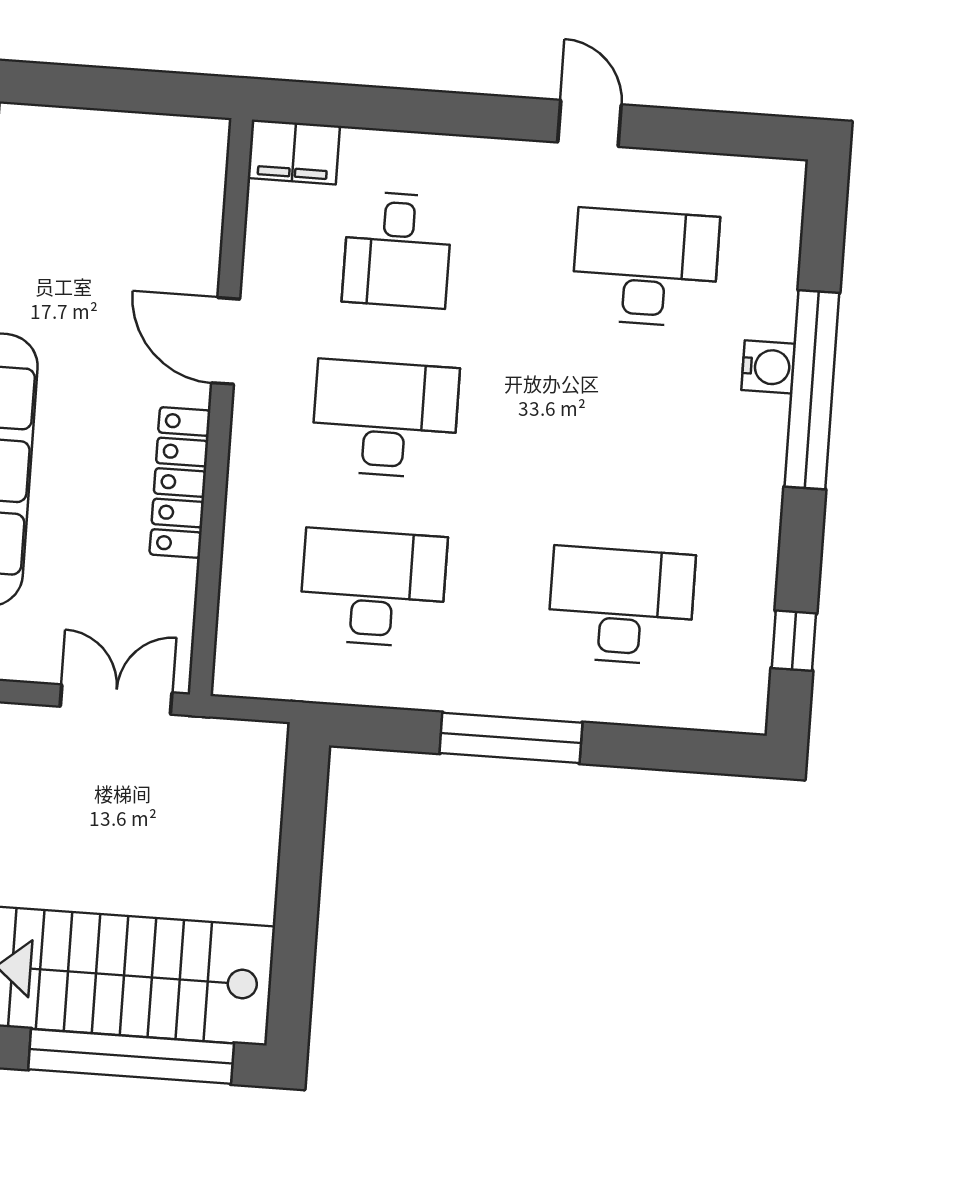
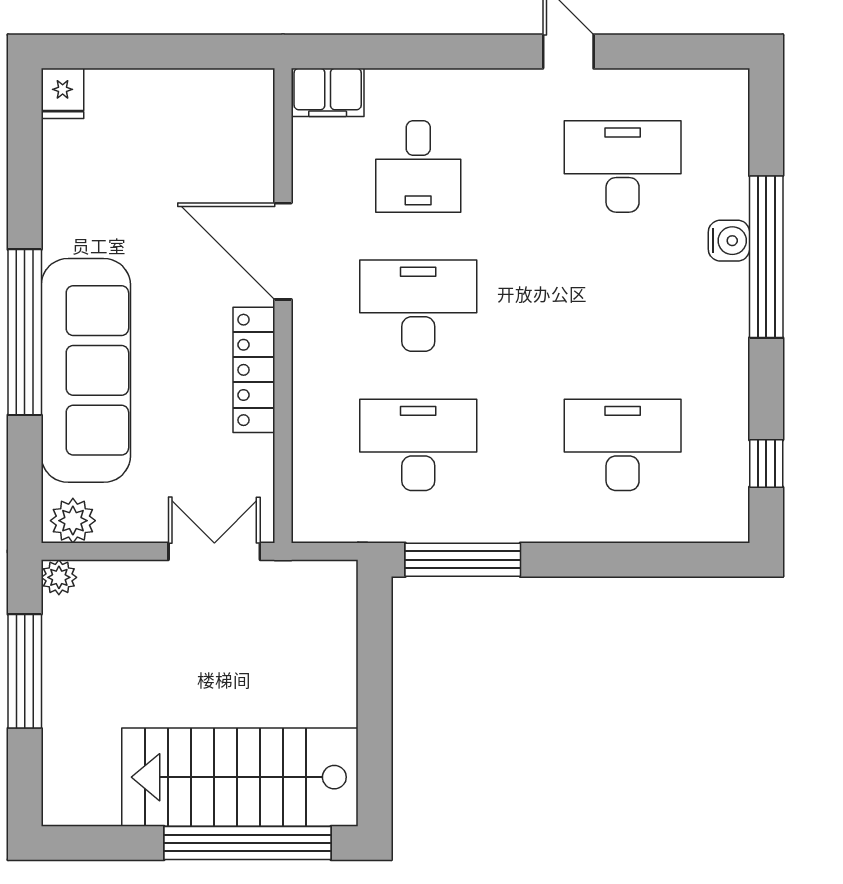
door: (226, 341) -> (283, 251), width x1.36
window: (511, 738) -> (463, 560), moved

